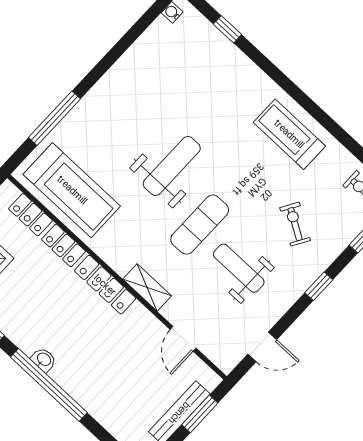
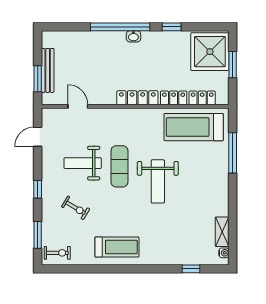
weight bench: (239, 268) -> (83, 163), turned 180
shelving: (147, 288) -> (222, 232), moved, turned 90

